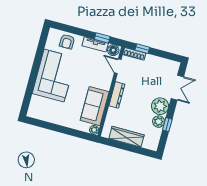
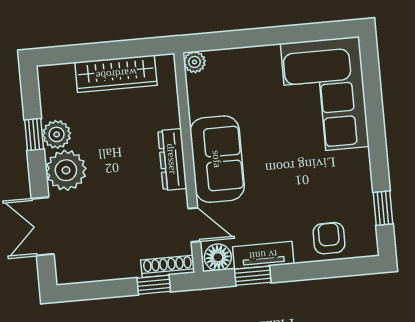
window: (42, 46) -> (383, 208), added
corner sofa: (54, 76) -> (325, 95), moved
sofa: (95, 106) -> (217, 159), moved

